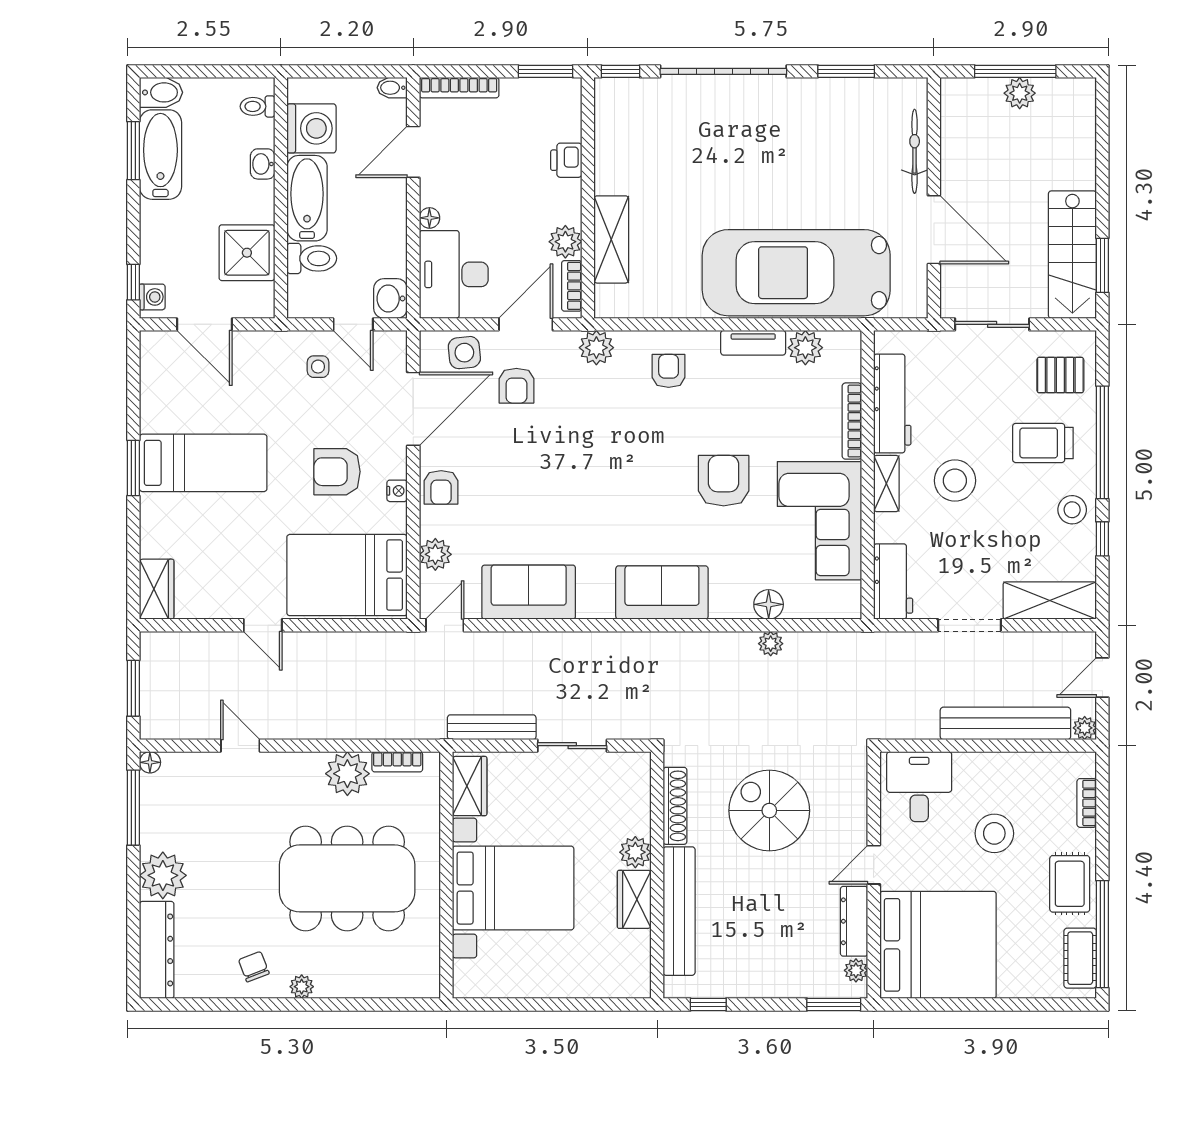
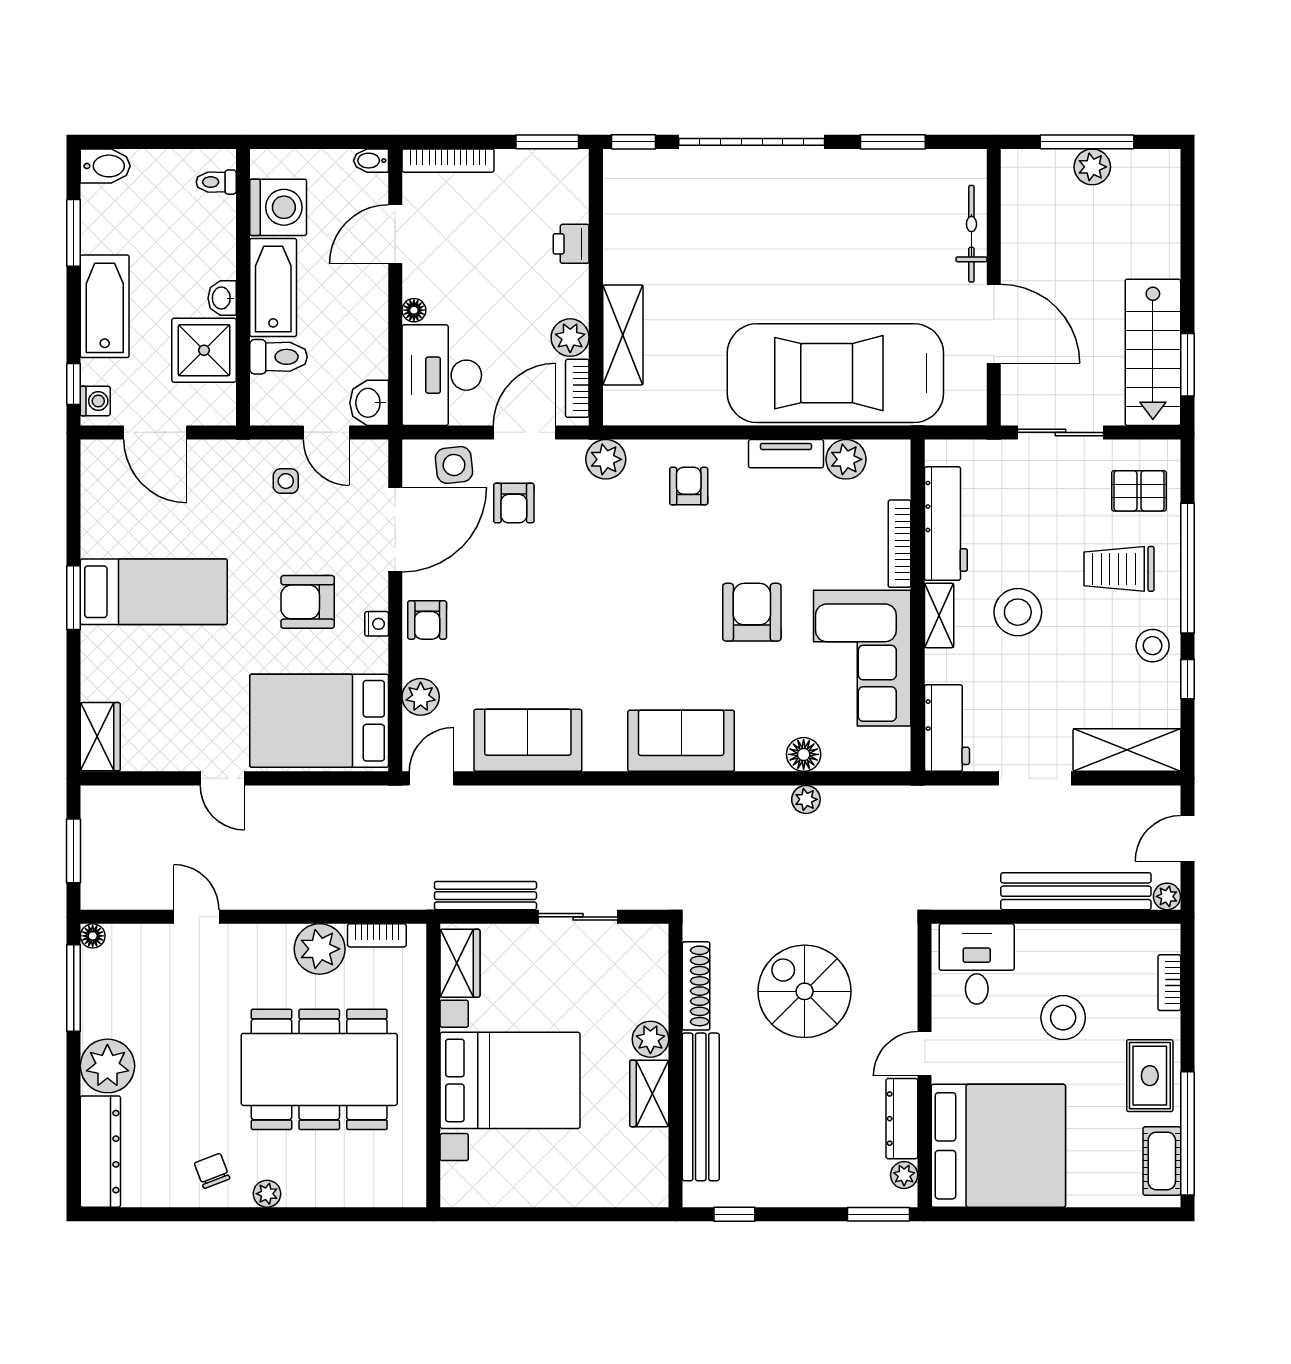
bathtub: (160, 155) -> (105, 306), moved
washbasin: (263, 164) -> (222, 298), moved

